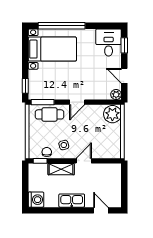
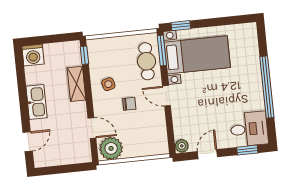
window: (62, 26) -> (267, 87), moved
bed with nightstands: (52, 49) -> (197, 55), moved, turned -90
plant: (112, 114) -> (111, 148), moved
chair: (47, 152) -> (129, 104), moved
door: (84, 161) -> (92, 128), moved

